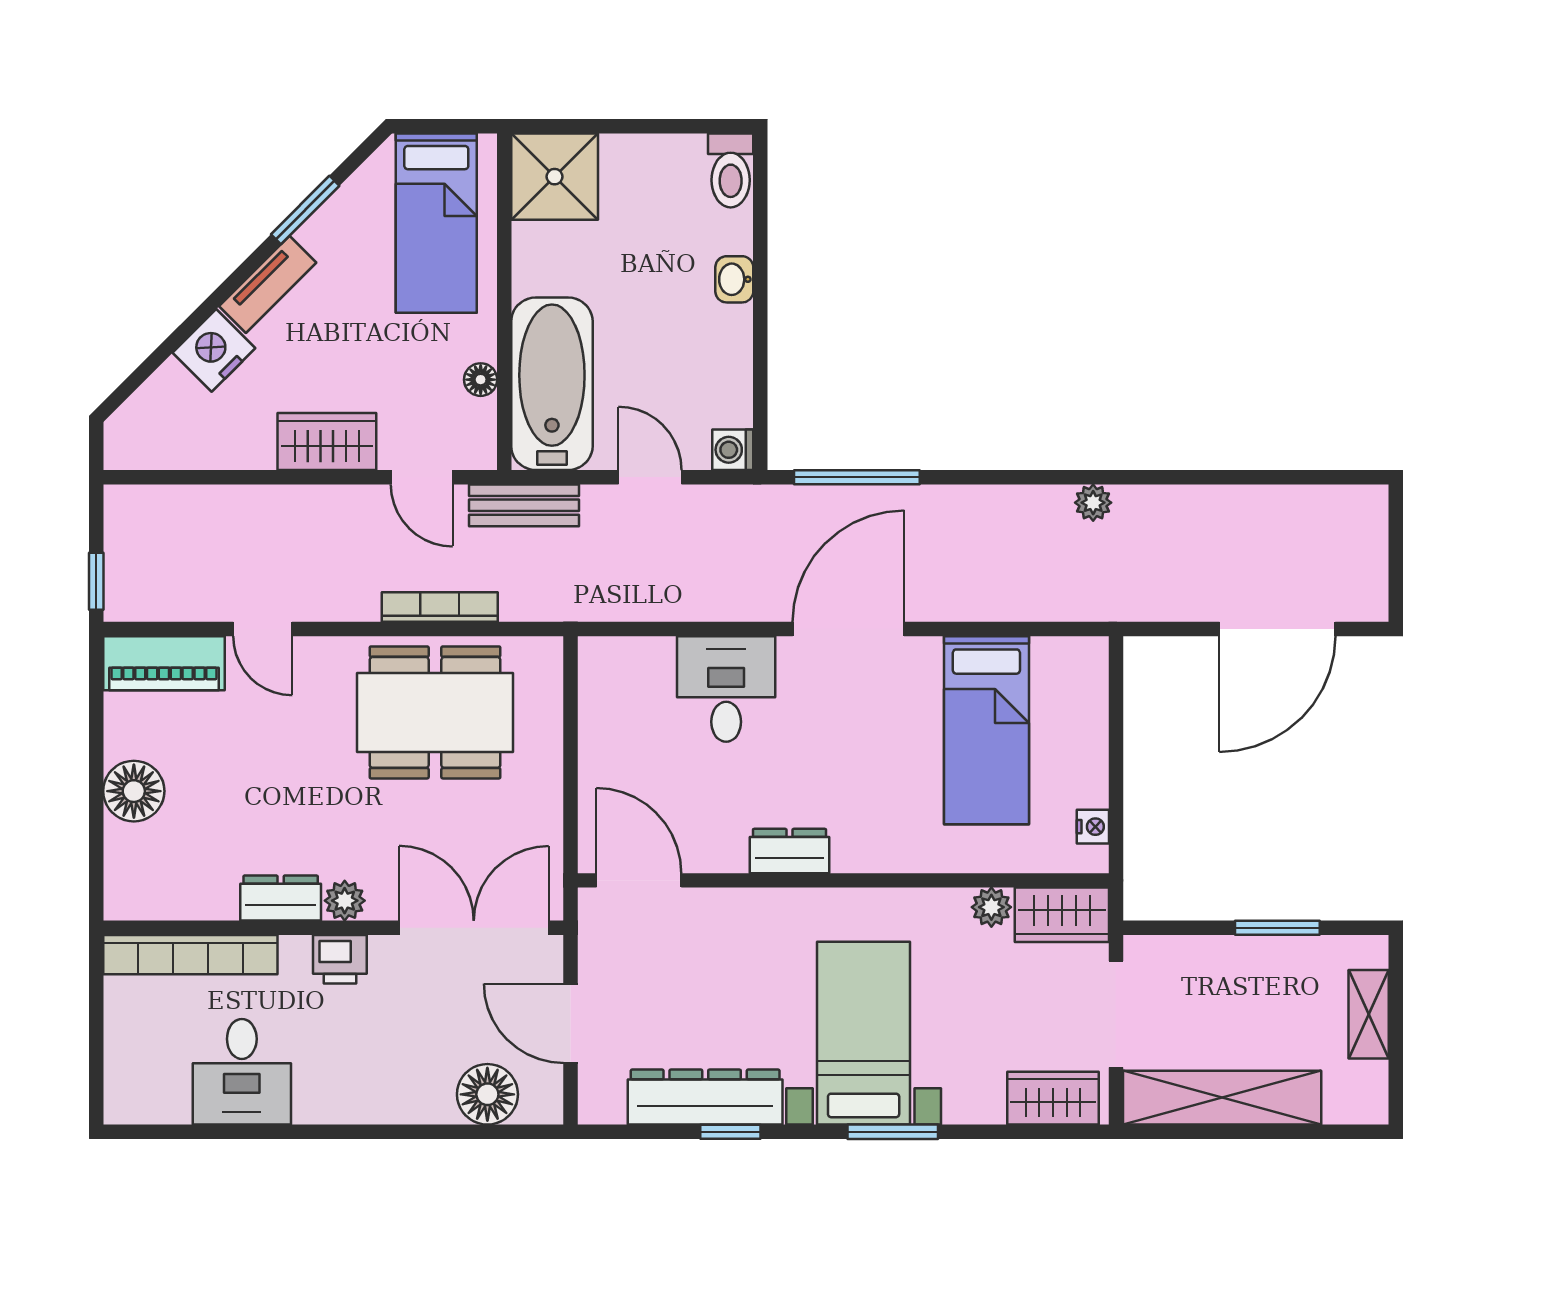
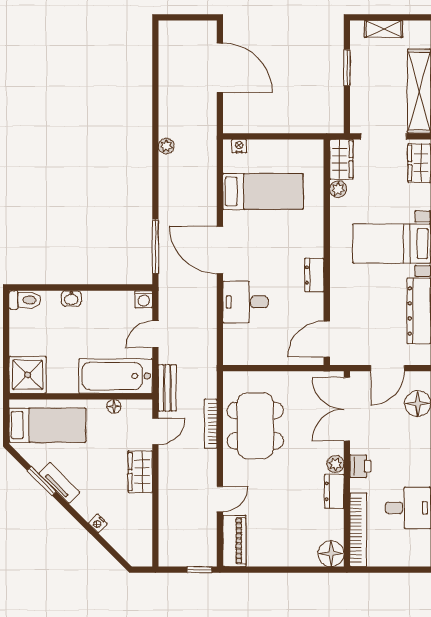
tv unit: (268, 284) -> (59, 483), moved
nightstand: (214, 350) -> (98, 523), width x0.53, depth x0.56
floor lamp: (134, 791) -> (331, 554), moved
nightstand: (1093, 827) -> (239, 146), moved

